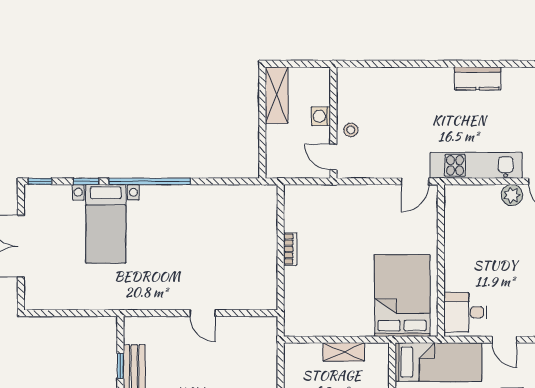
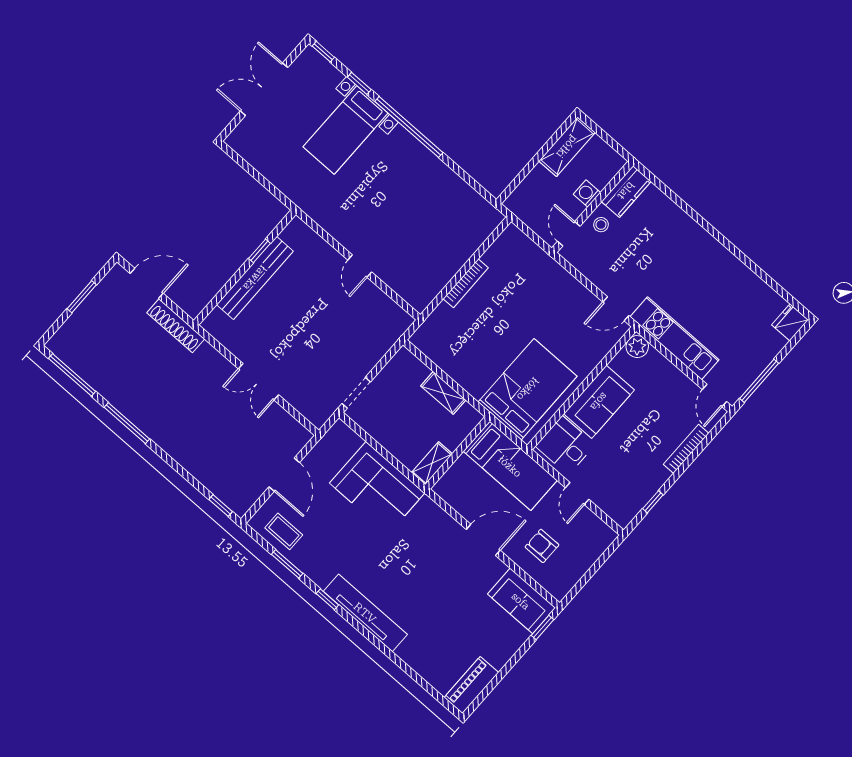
kitchen counter: (478, 78) -> (626, 191), moved, turned -90
plant: (512, 195) -> (637, 347), moved
bookcase: (290, 249) -> (466, 283), width x1.56
sofa: (462, 259) -> (599, 402), added

